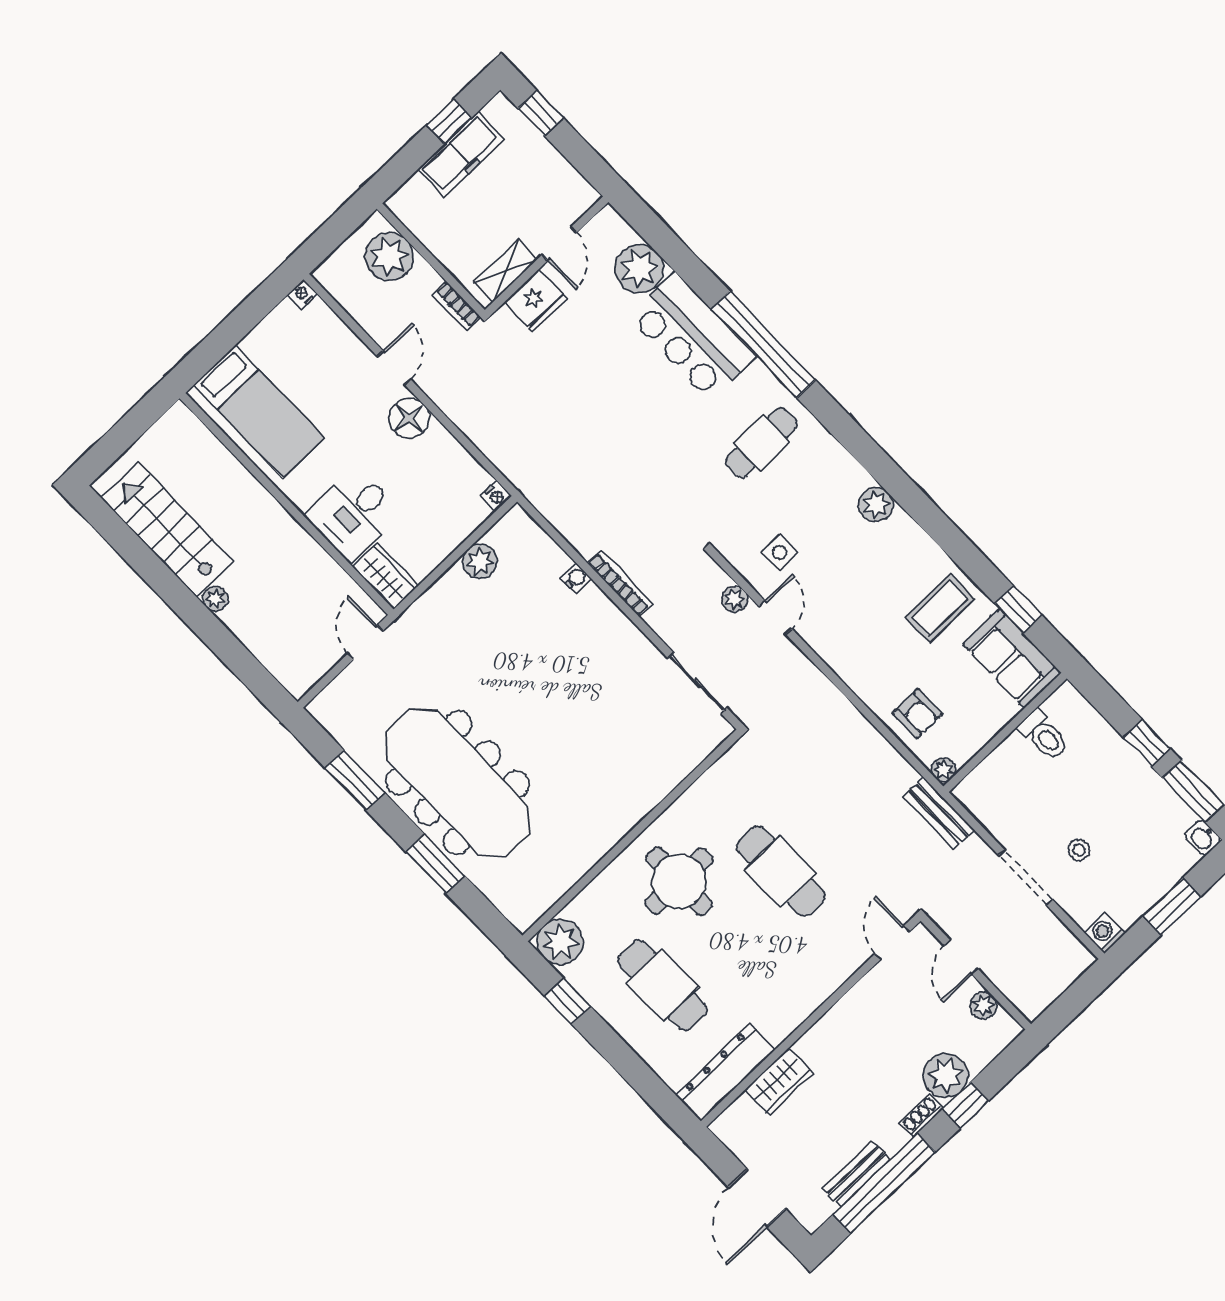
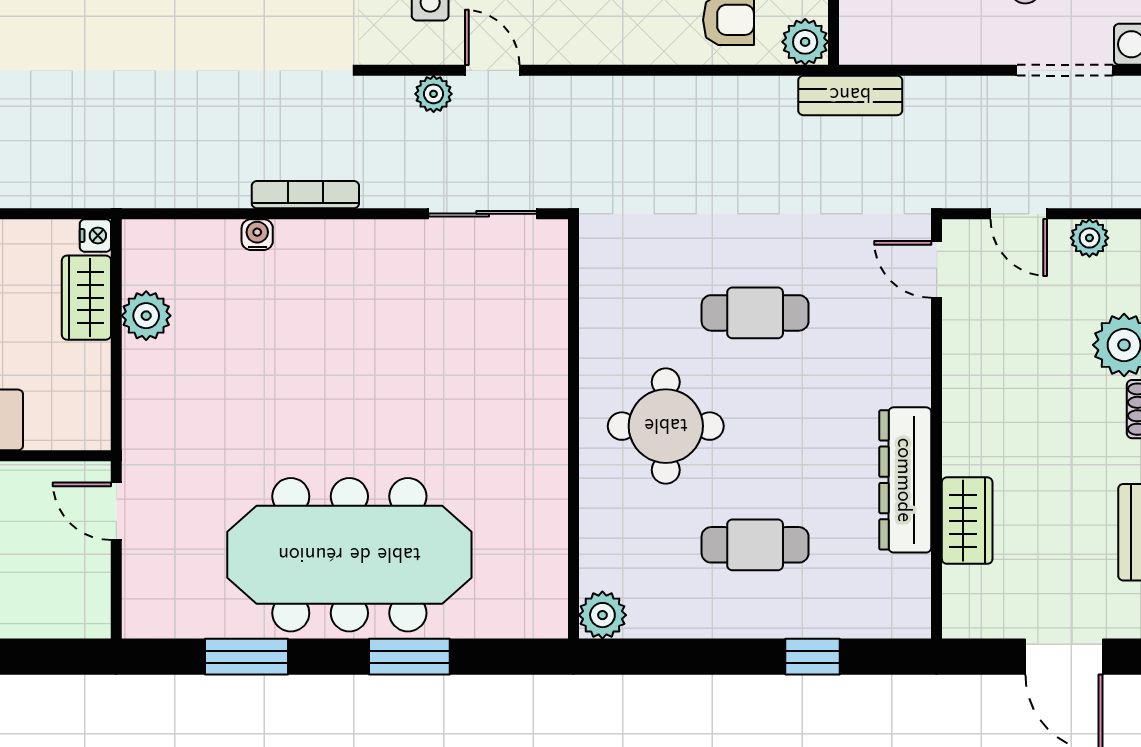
wardrobe: (385, 576) -> (86, 298), moved, turned -90
plant: (944, 770) -> (805, 42), width x1.38, depth x1.38
cafe table: (781, 871) -> (755, 313), width x0.73, depth x0.74
doorway: (1026, 877) -> (1064, 70), moved
plant: (560, 942) -> (602, 615), width x0.73, depth x0.73
cafe table: (662, 985) -> (755, 545), width x0.73, depth x0.74
window: (568, 1001) -> (813, 657), moved
dresser: (725, 1072) -> (905, 480), moved

